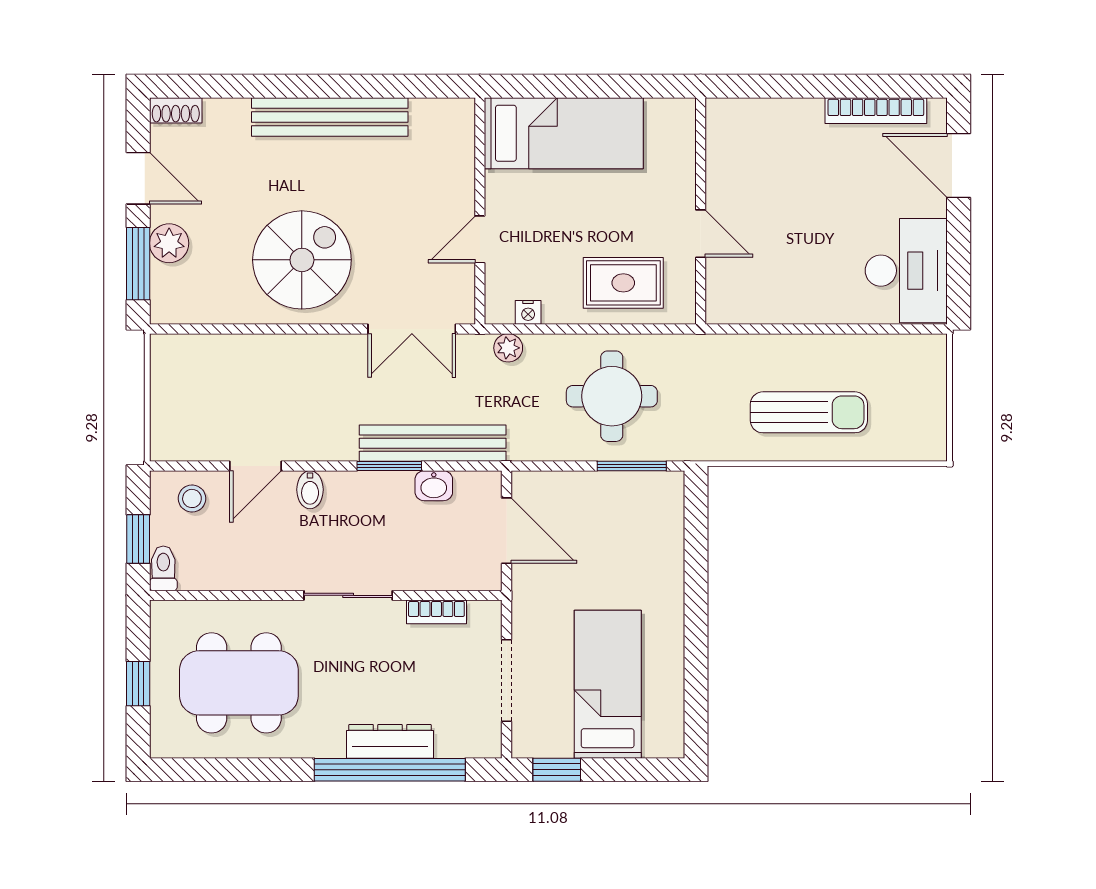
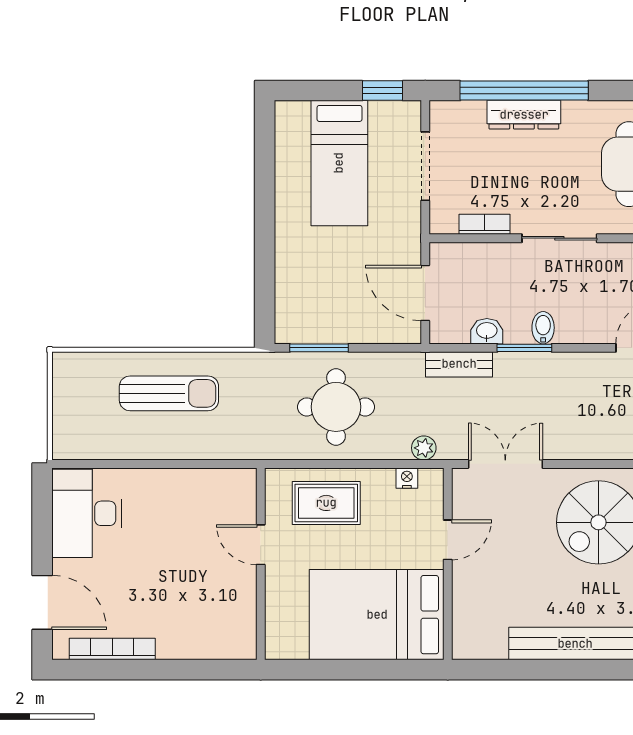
bed: (564, 133) -> (377, 615), width x1.50
sun lounger: (809, 412) -> (169, 393), turned 180
bench: (433, 443) -> (459, 364), width x0.54, depth x0.82
bidet: (310, 490) -> (543, 328), moved

